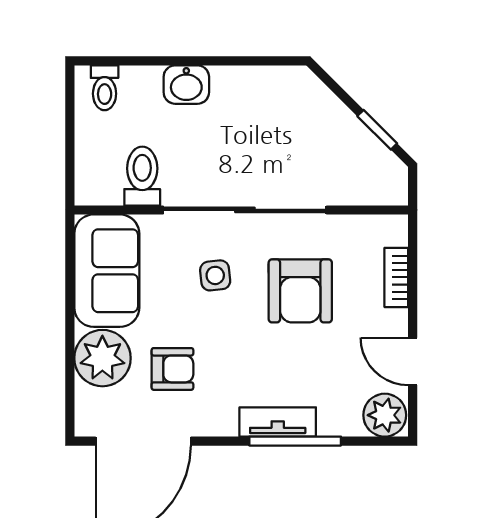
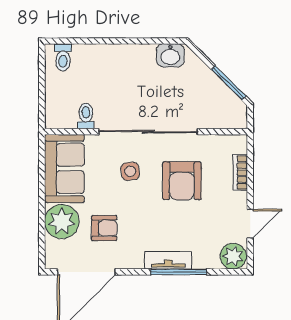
washbasin: (186, 85) -> (170, 55), moved
window: (377, 130) -> (229, 83), width x1.50
toilet: (142, 176) -> (86, 116), width x0.73, depth x0.72
door: (413, 361) -> (250, 224), swing flipped

